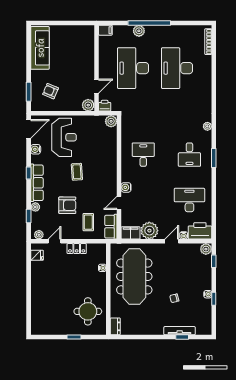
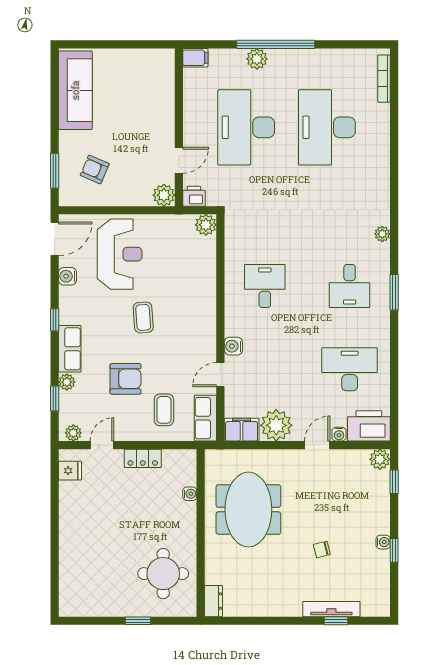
row of seats: (37, 183) -> (70, 349), width x0.68
meeting table: (134, 276) -> (248, 510), width x0.73

